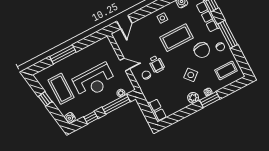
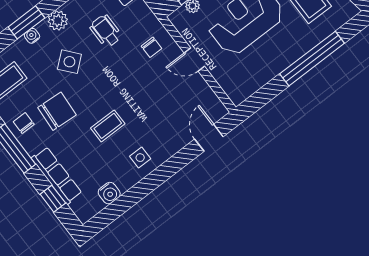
coffee table: (176, 38) -> (108, 126), width x0.54, depth x0.58
chair: (202, 50) -> (57, 111), turned 94
window: (63, 54) -> (312, 59), width x1.46
wheelchair: (156, 64) -> (106, 31), moved

